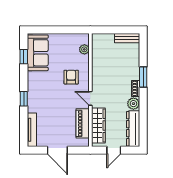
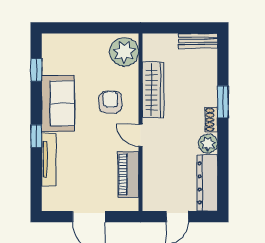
plant: (84, 49) -> (124, 52), width x1.88, depth x1.88
sofa: (38, 53) -> (58, 103), moved
wardrobe: (98, 125) -> (153, 90), moved
tv unit: (32, 130) -> (49, 160), moved

